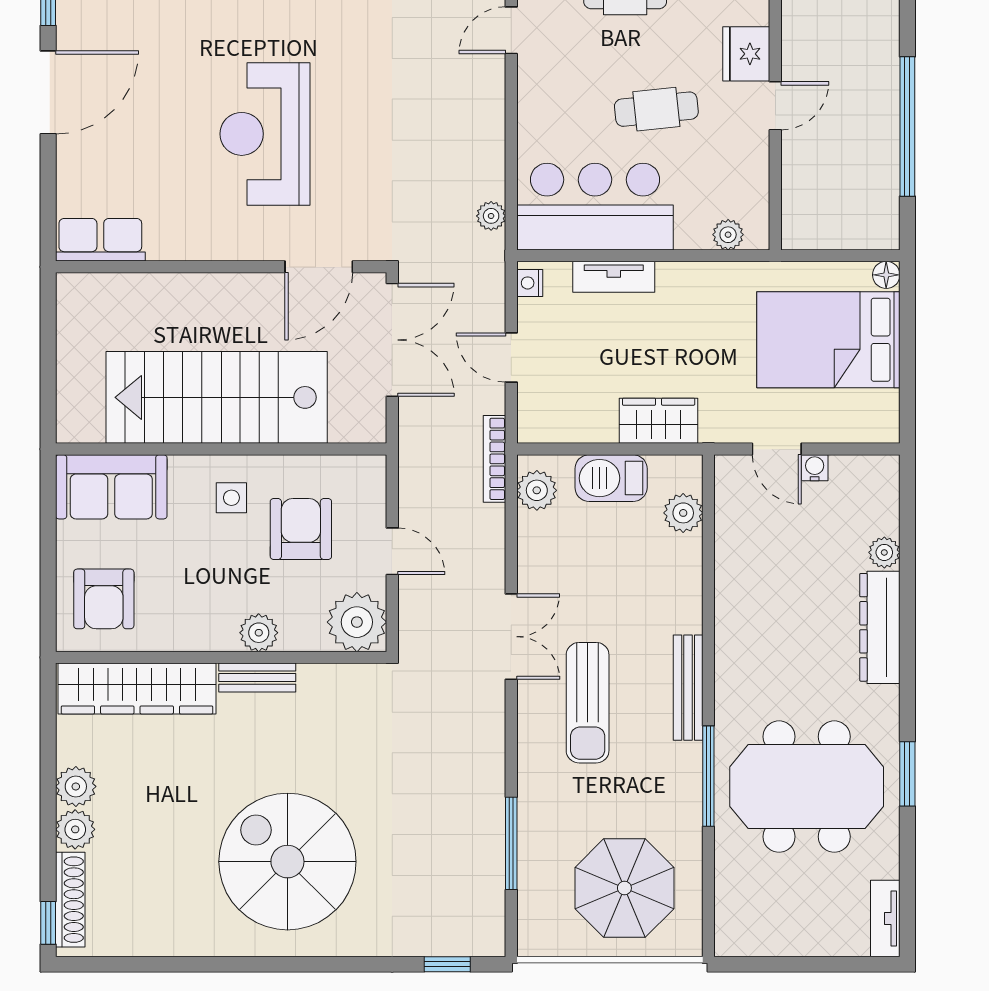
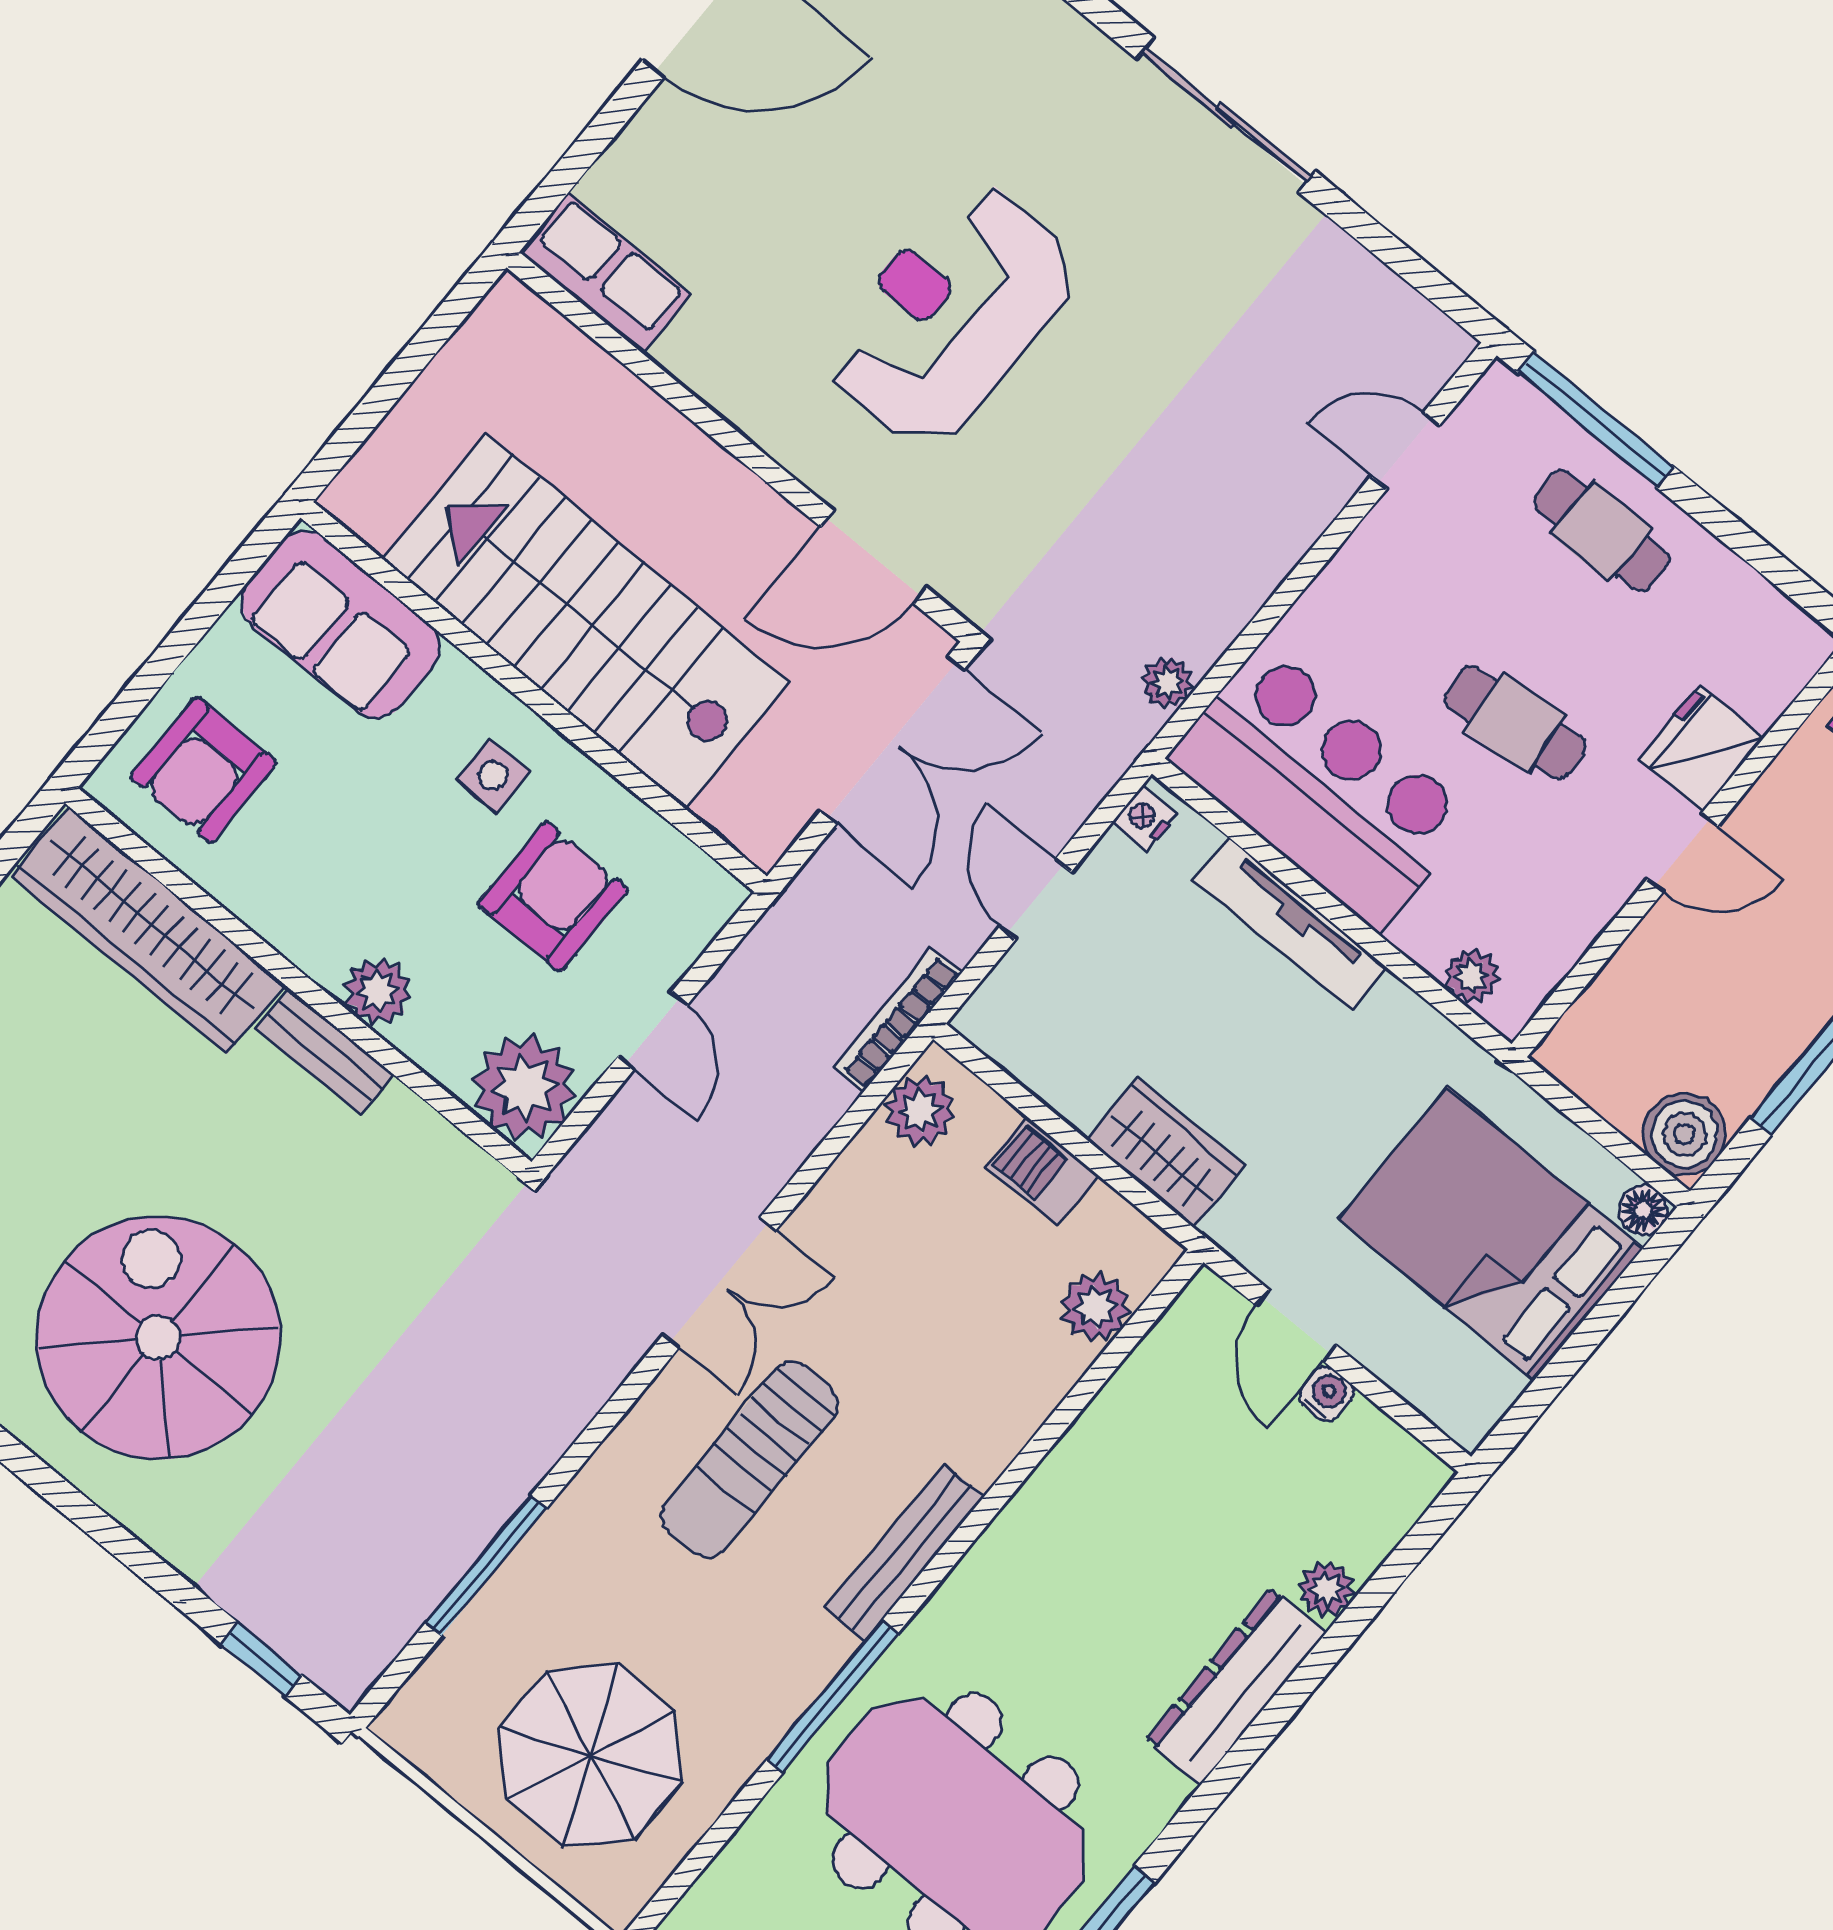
boiler: (877, 227) -> (1684, 1134), added
tv unit: (614, 277) -> (1290, 924), width x1.41
barbecue: (611, 478) -> (1041, 1171), width x0.73, depth x0.79

